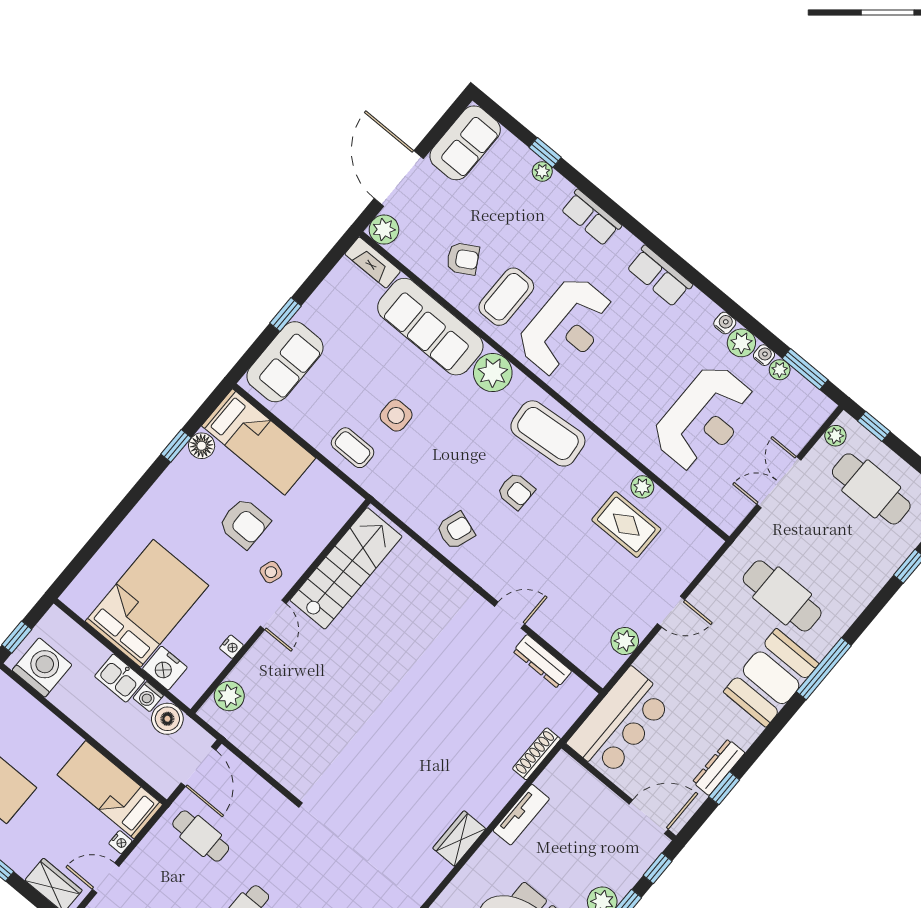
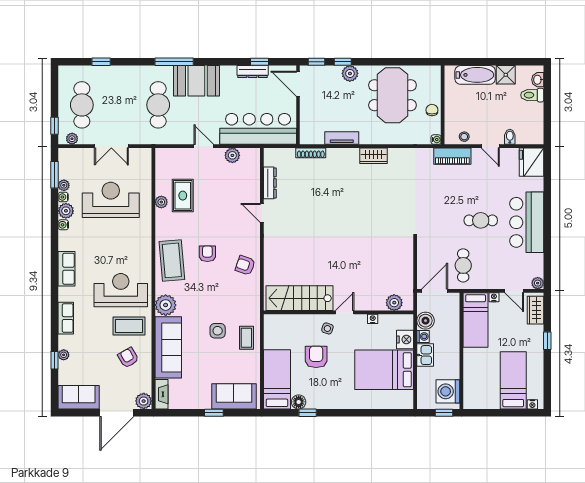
bar counter: (620, 722) -> (258, 129), width x1.36

